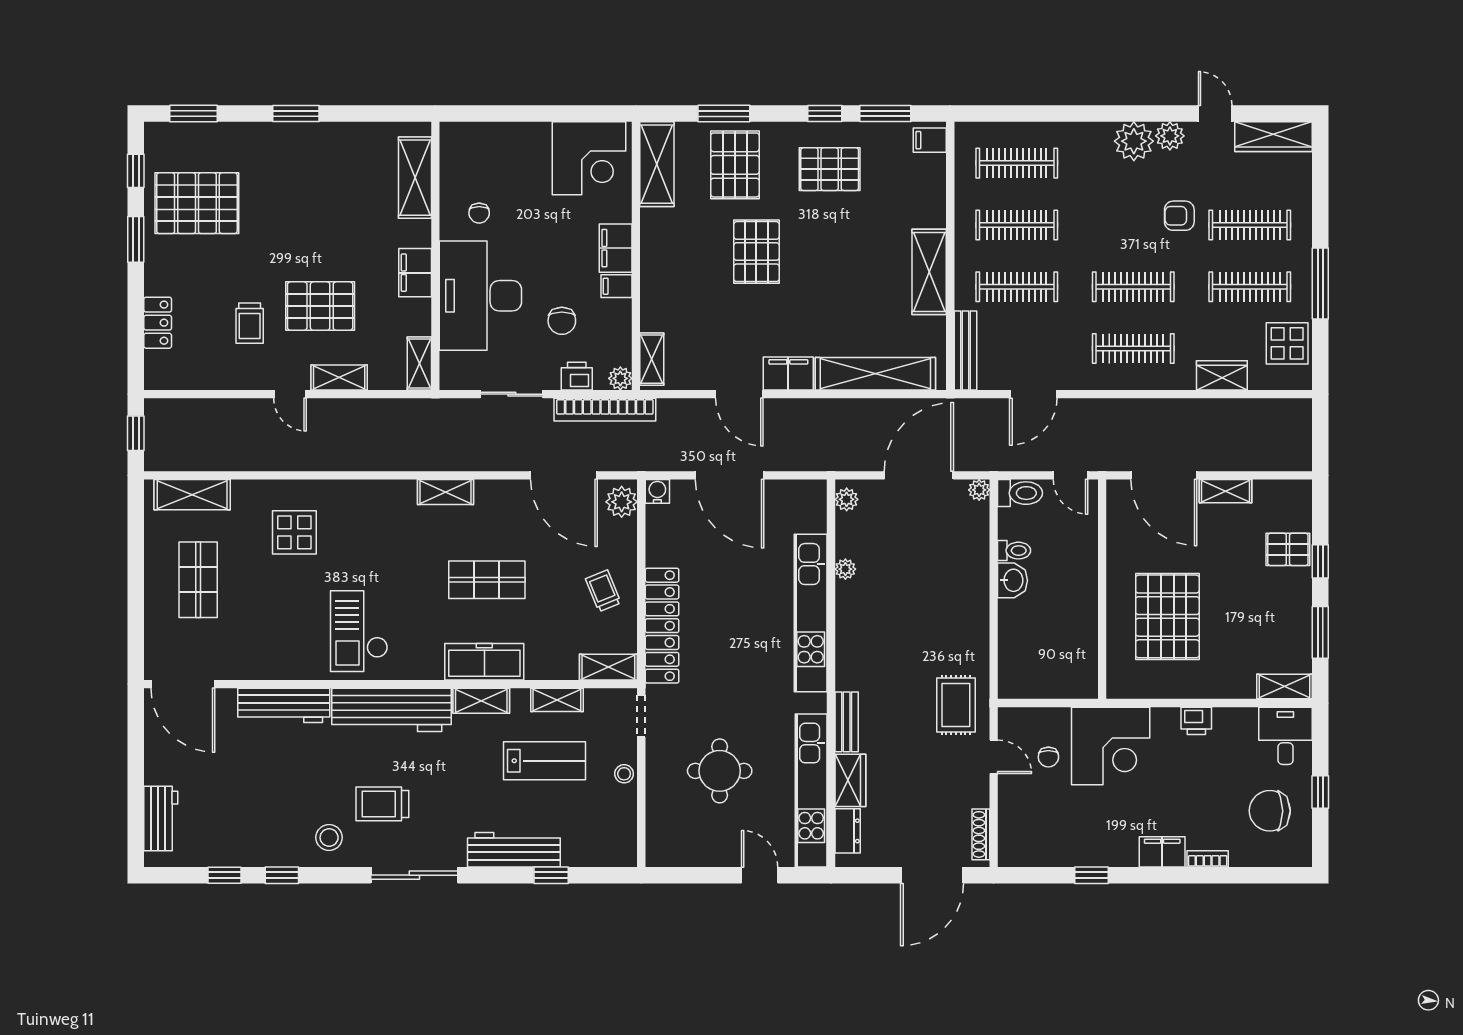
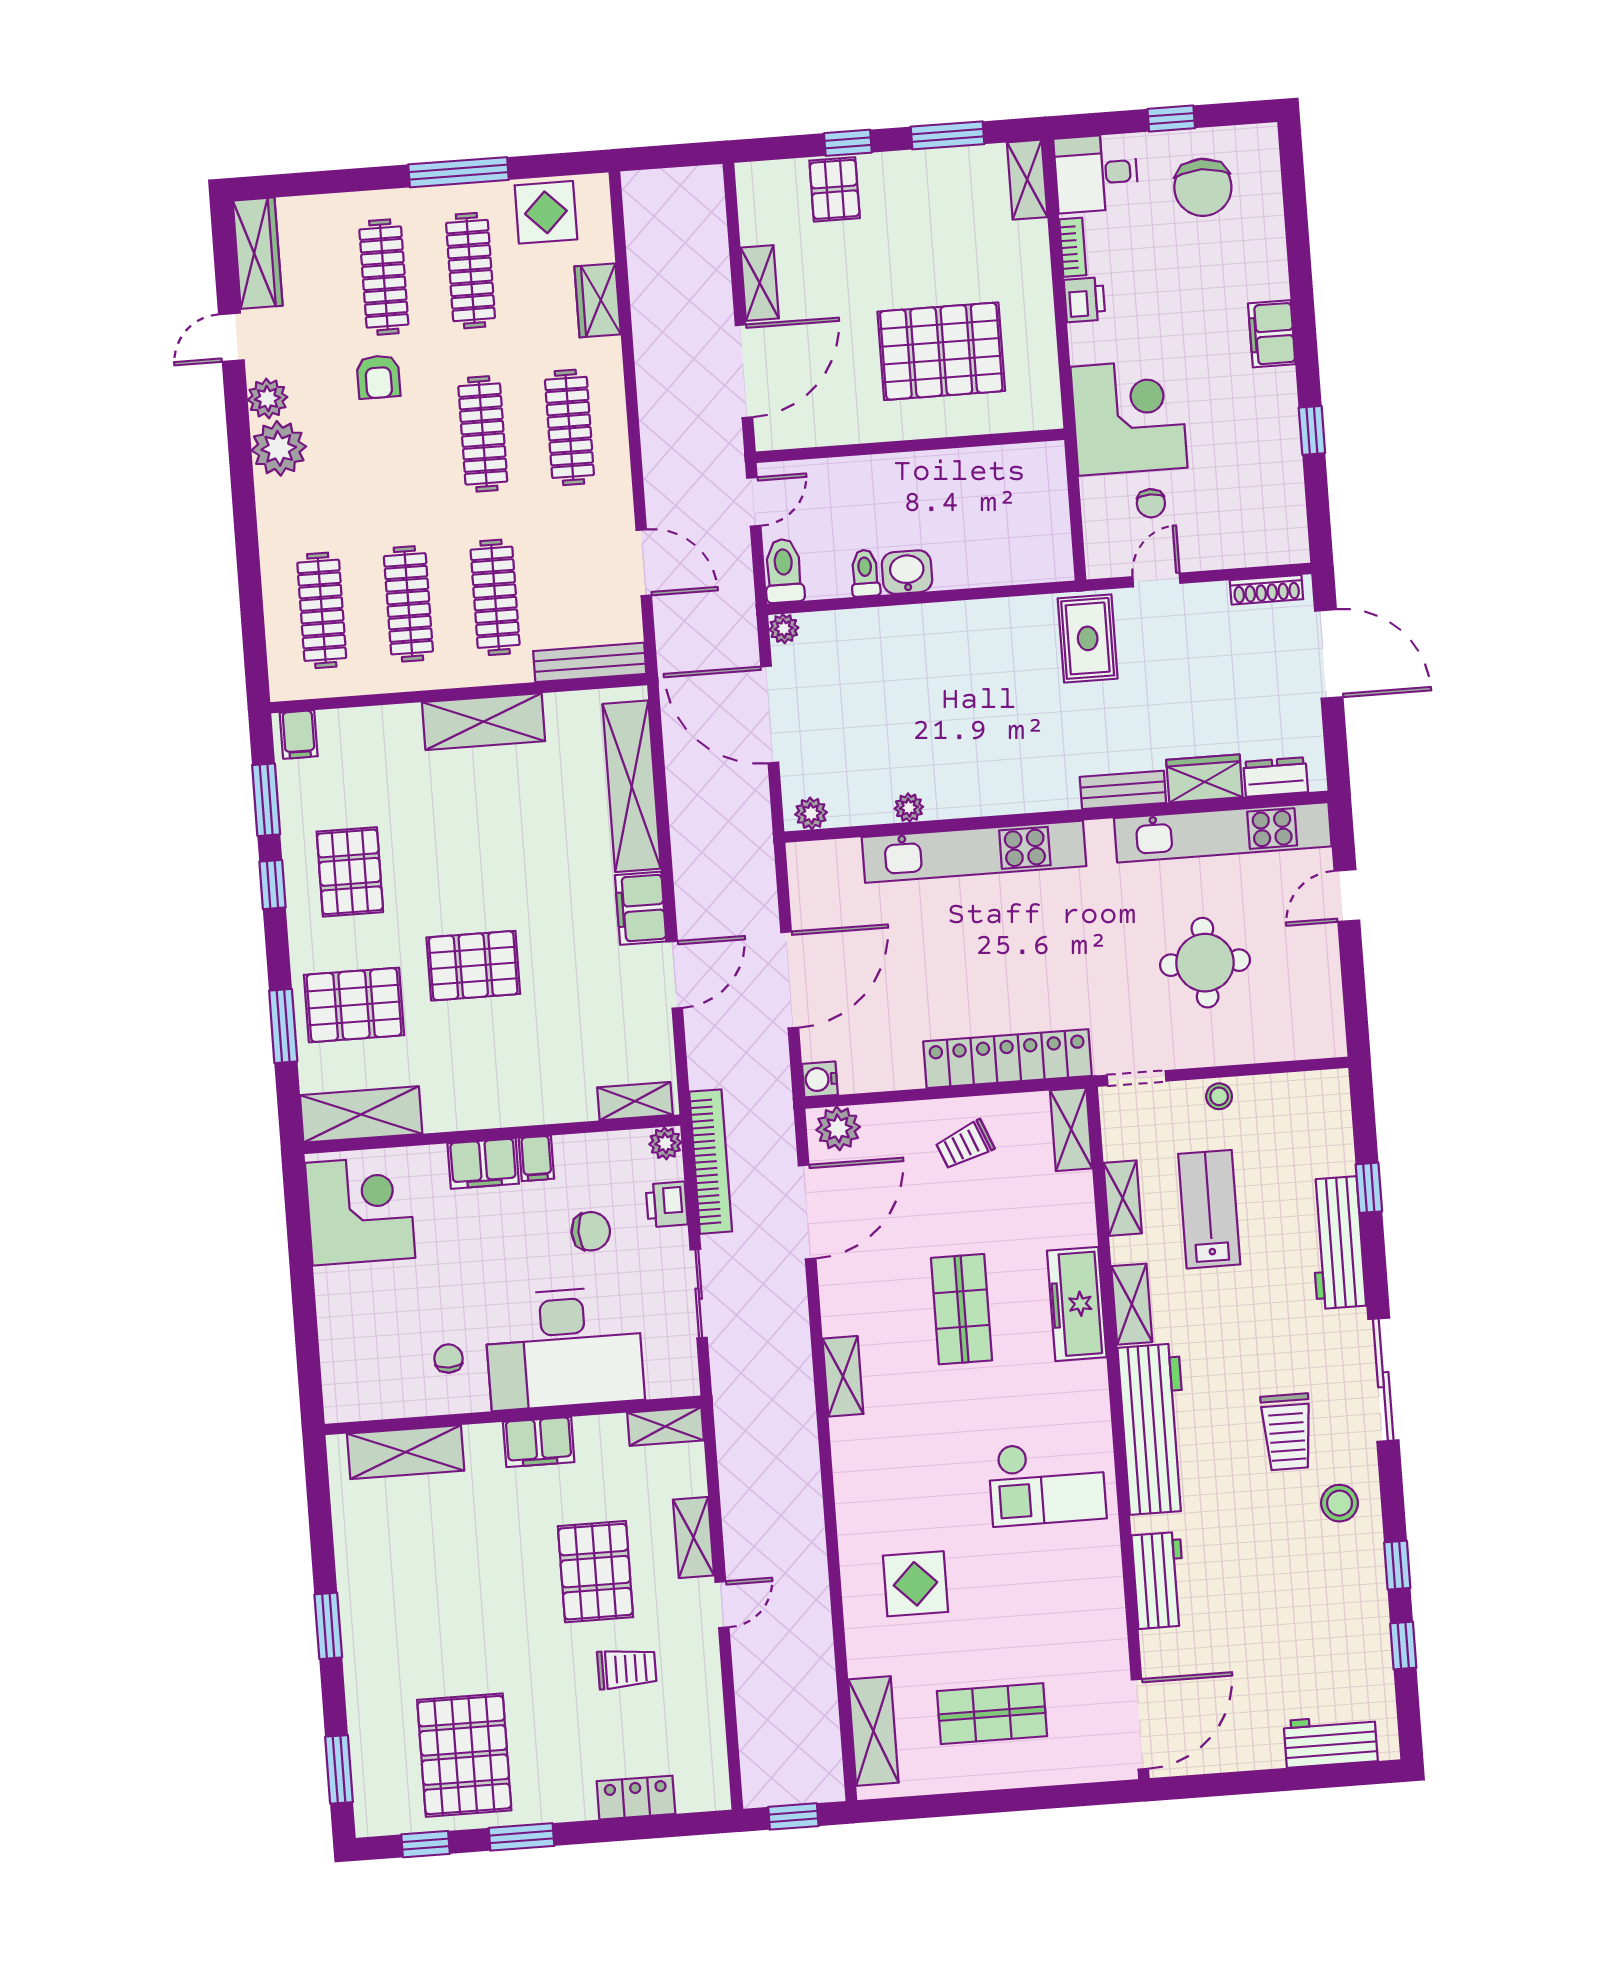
chair: (479, 213) -> (448, 1359), turned -90
workbench: (284, 705) -> (1159, 1580), width x0.73
rug: (956, 705) -> (1088, 638), turned 90
chair: (1048, 757) -> (1151, 503), turned 90
bookcase: (1208, 859) -> (1073, 247), moved, turned 180

